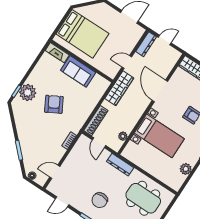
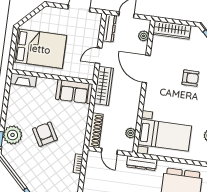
plant: (170, 63) -> (144, 36), added
sofa: (78, 71) -> (74, 92), moved
bed with nightstands: (159, 136) -> (165, 135), moved

